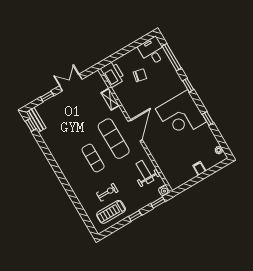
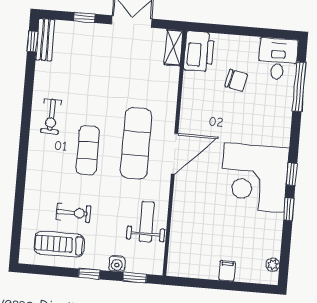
window: (188, 85) -> (292, 174), moved
shelving: (110, 99) -> (174, 47), moved
exercise bike: (65, 154) -> (51, 116), added
water cooler: (164, 191) -> (117, 264), moved

